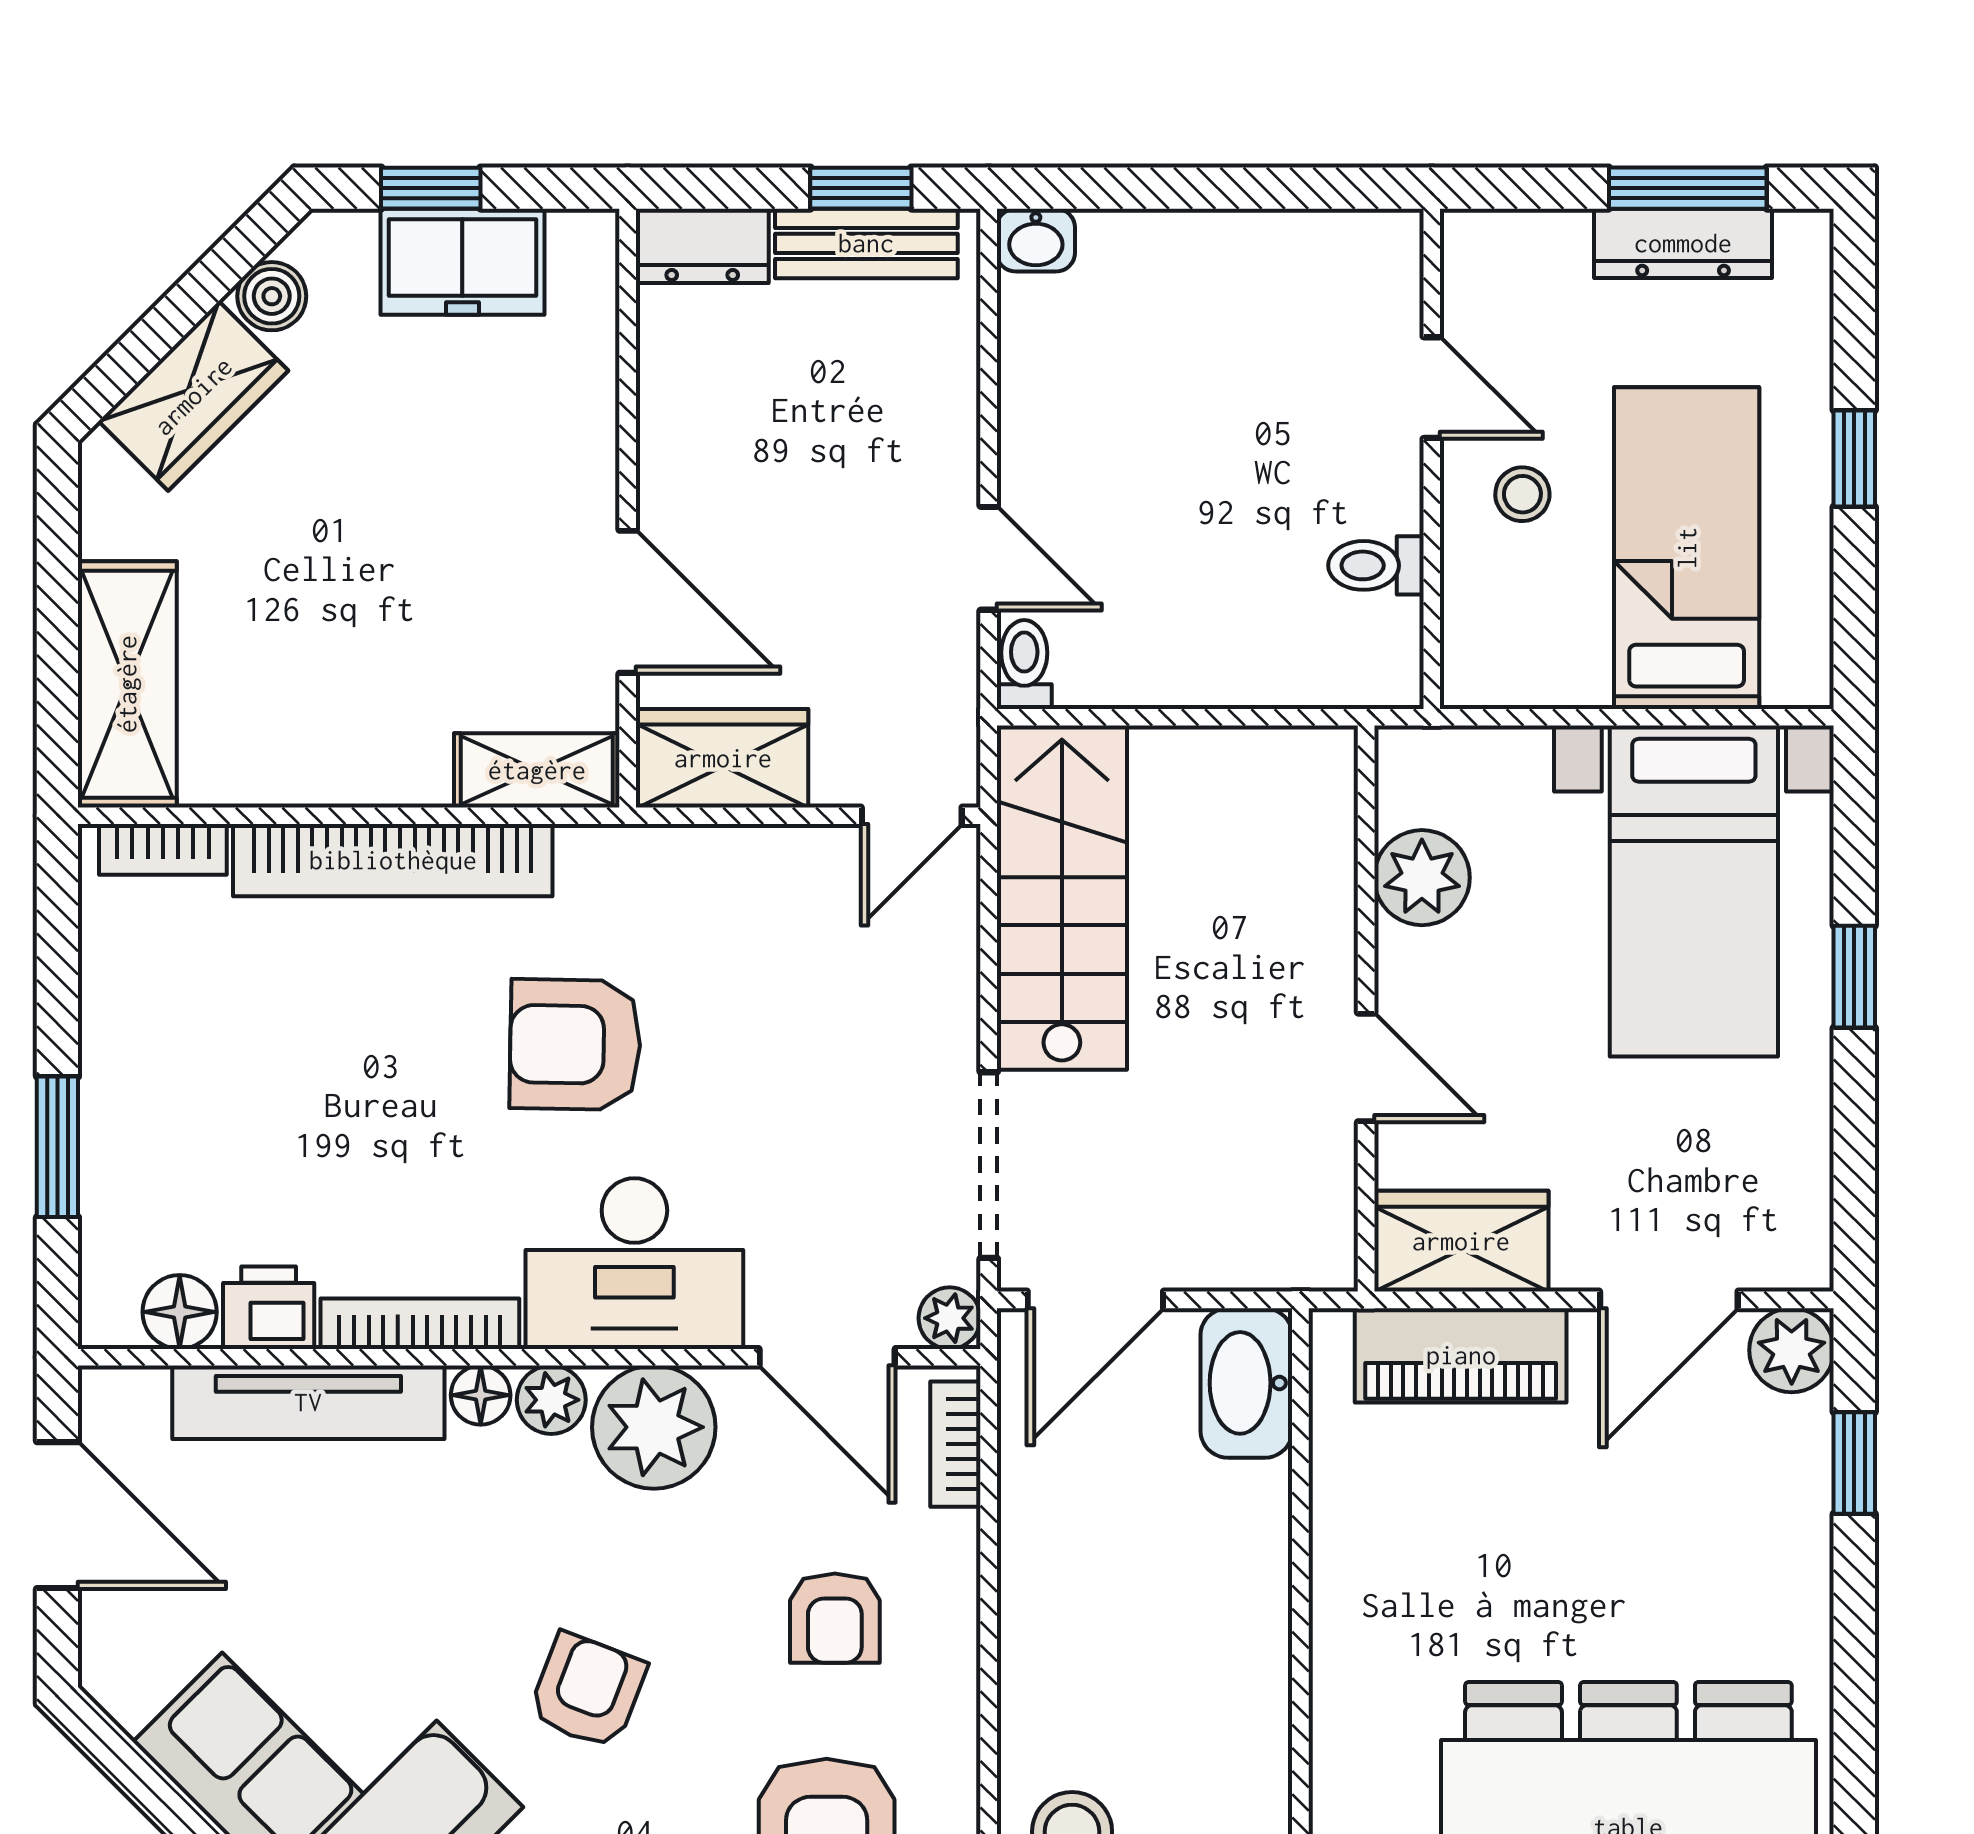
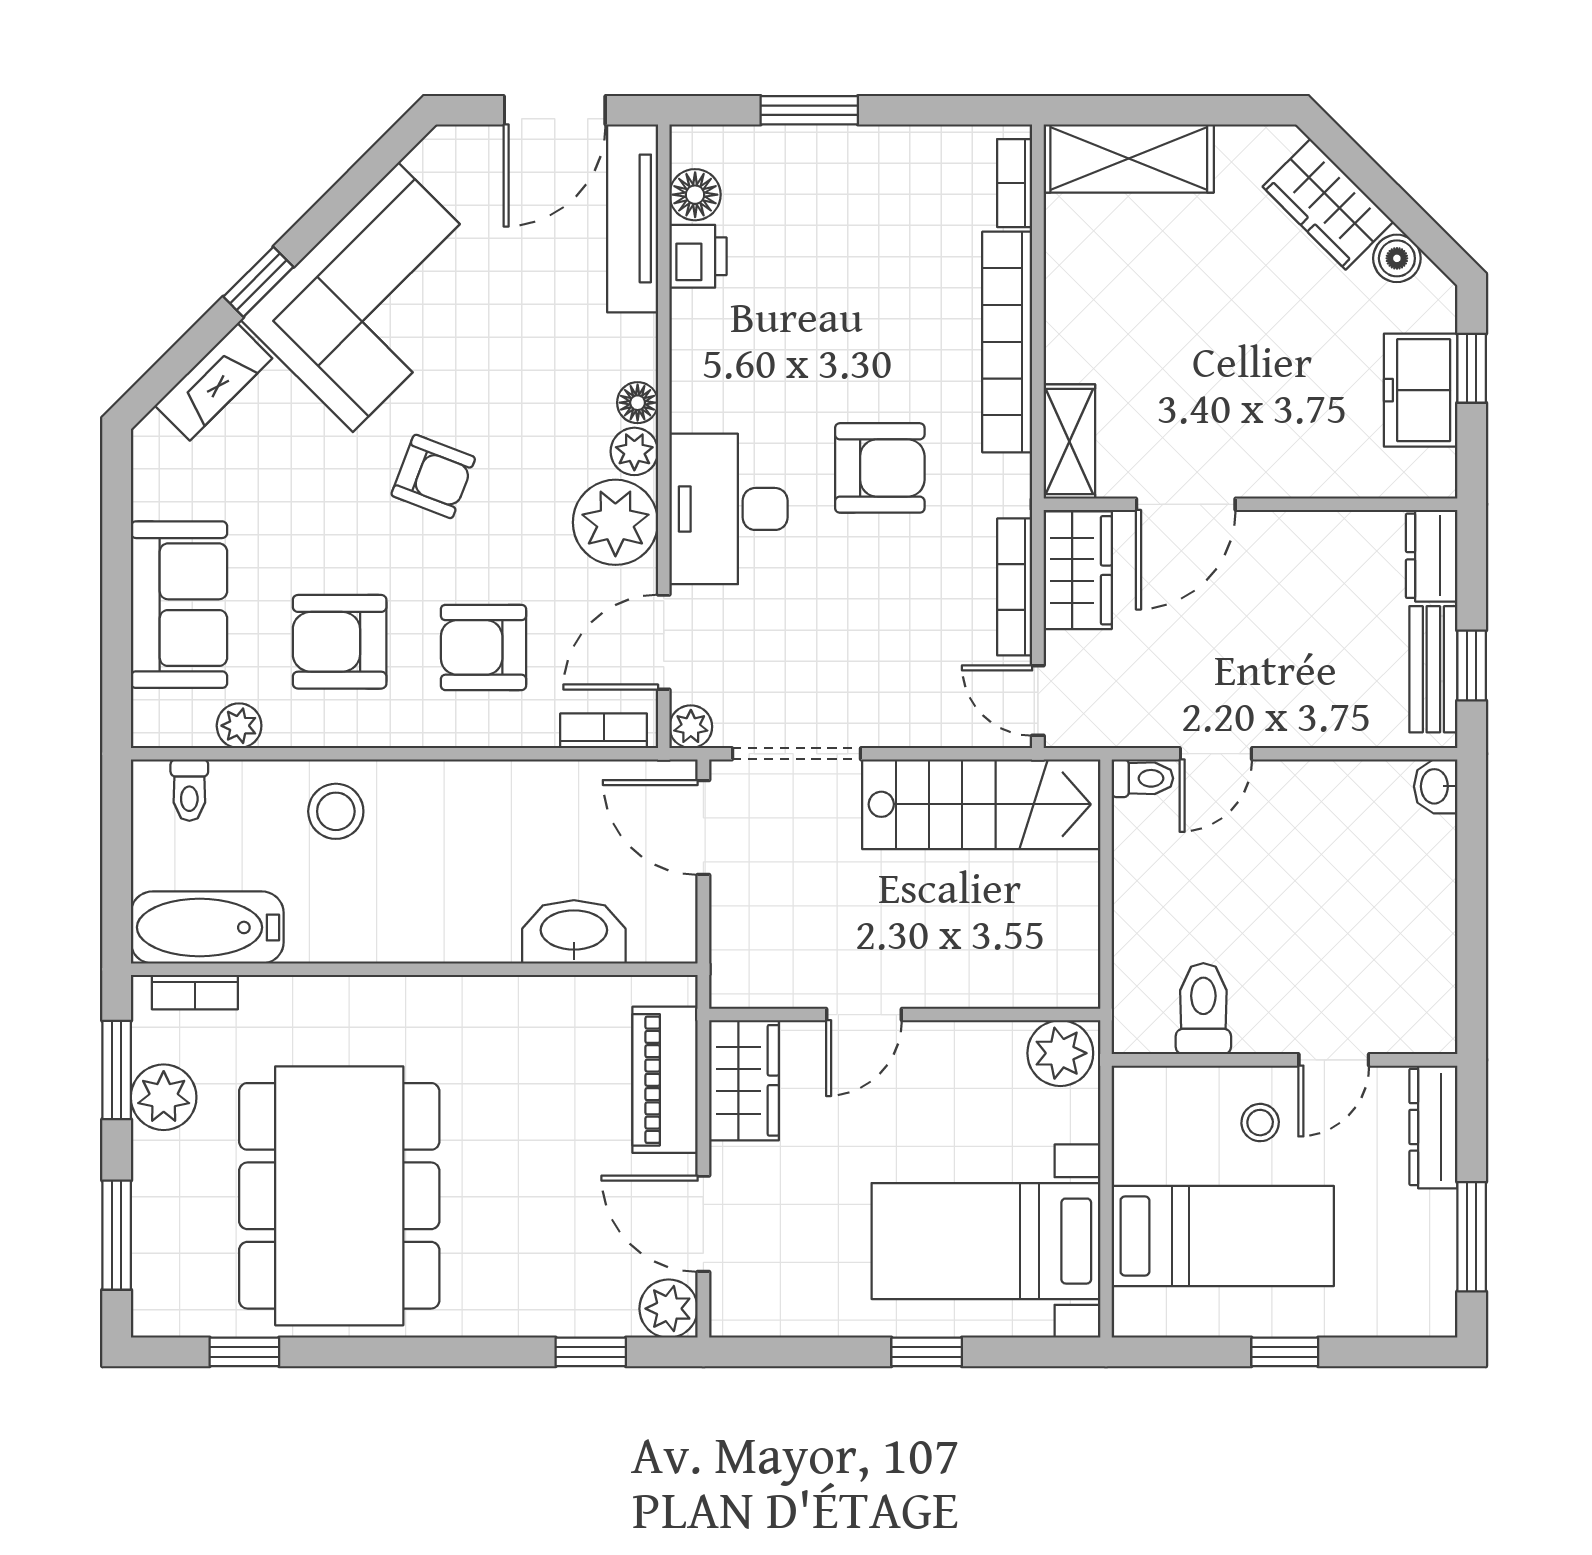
dresser: (1683, 243) -> (1433, 1127), moved
toilet: (1376, 565) -> (1203, 1009), width x1.37, depth x1.39
plant: (1422, 878) -> (1060, 1053), moved
armchair: (575, 1045) -> (880, 468), turned 89
bookcase: (420, 1324) -> (1015, 587), moved, turned 180
washbasin: (1246, 1383) -> (574, 932), moved
tv unit: (308, 1402) -> (633, 218), moved
armchair: (835, 1618) -> (483, 647), width x1.38, depth x1.38

